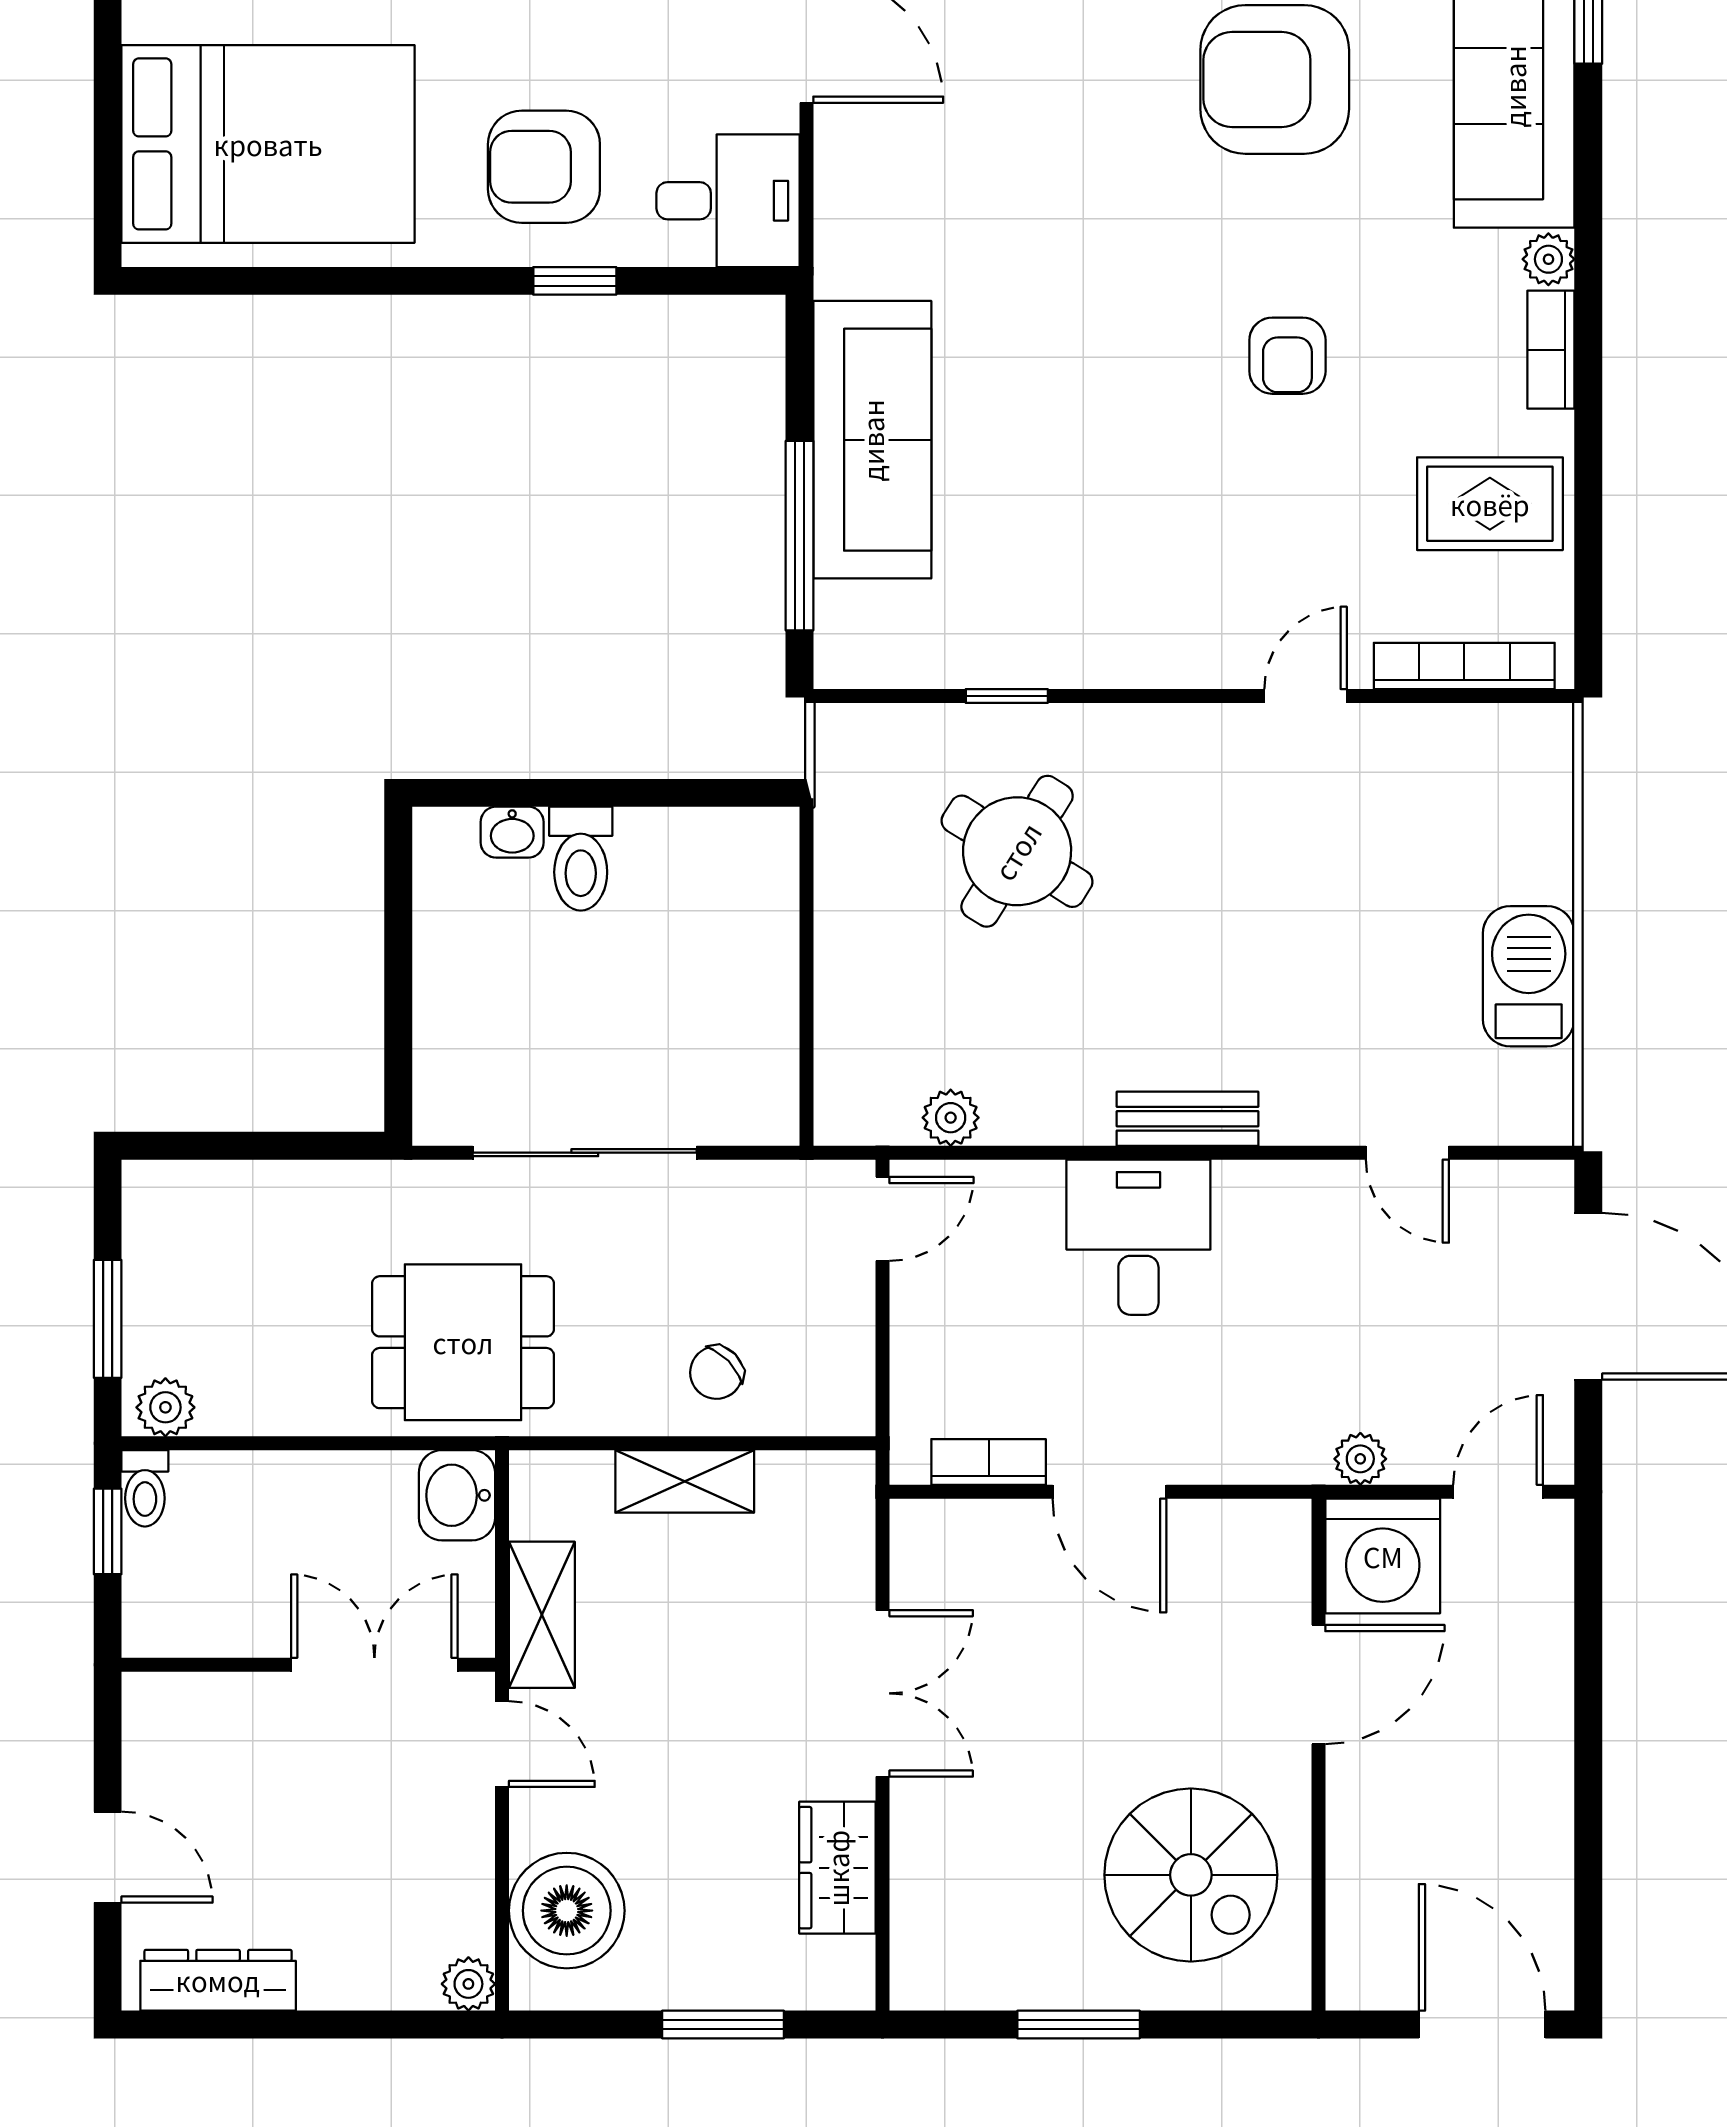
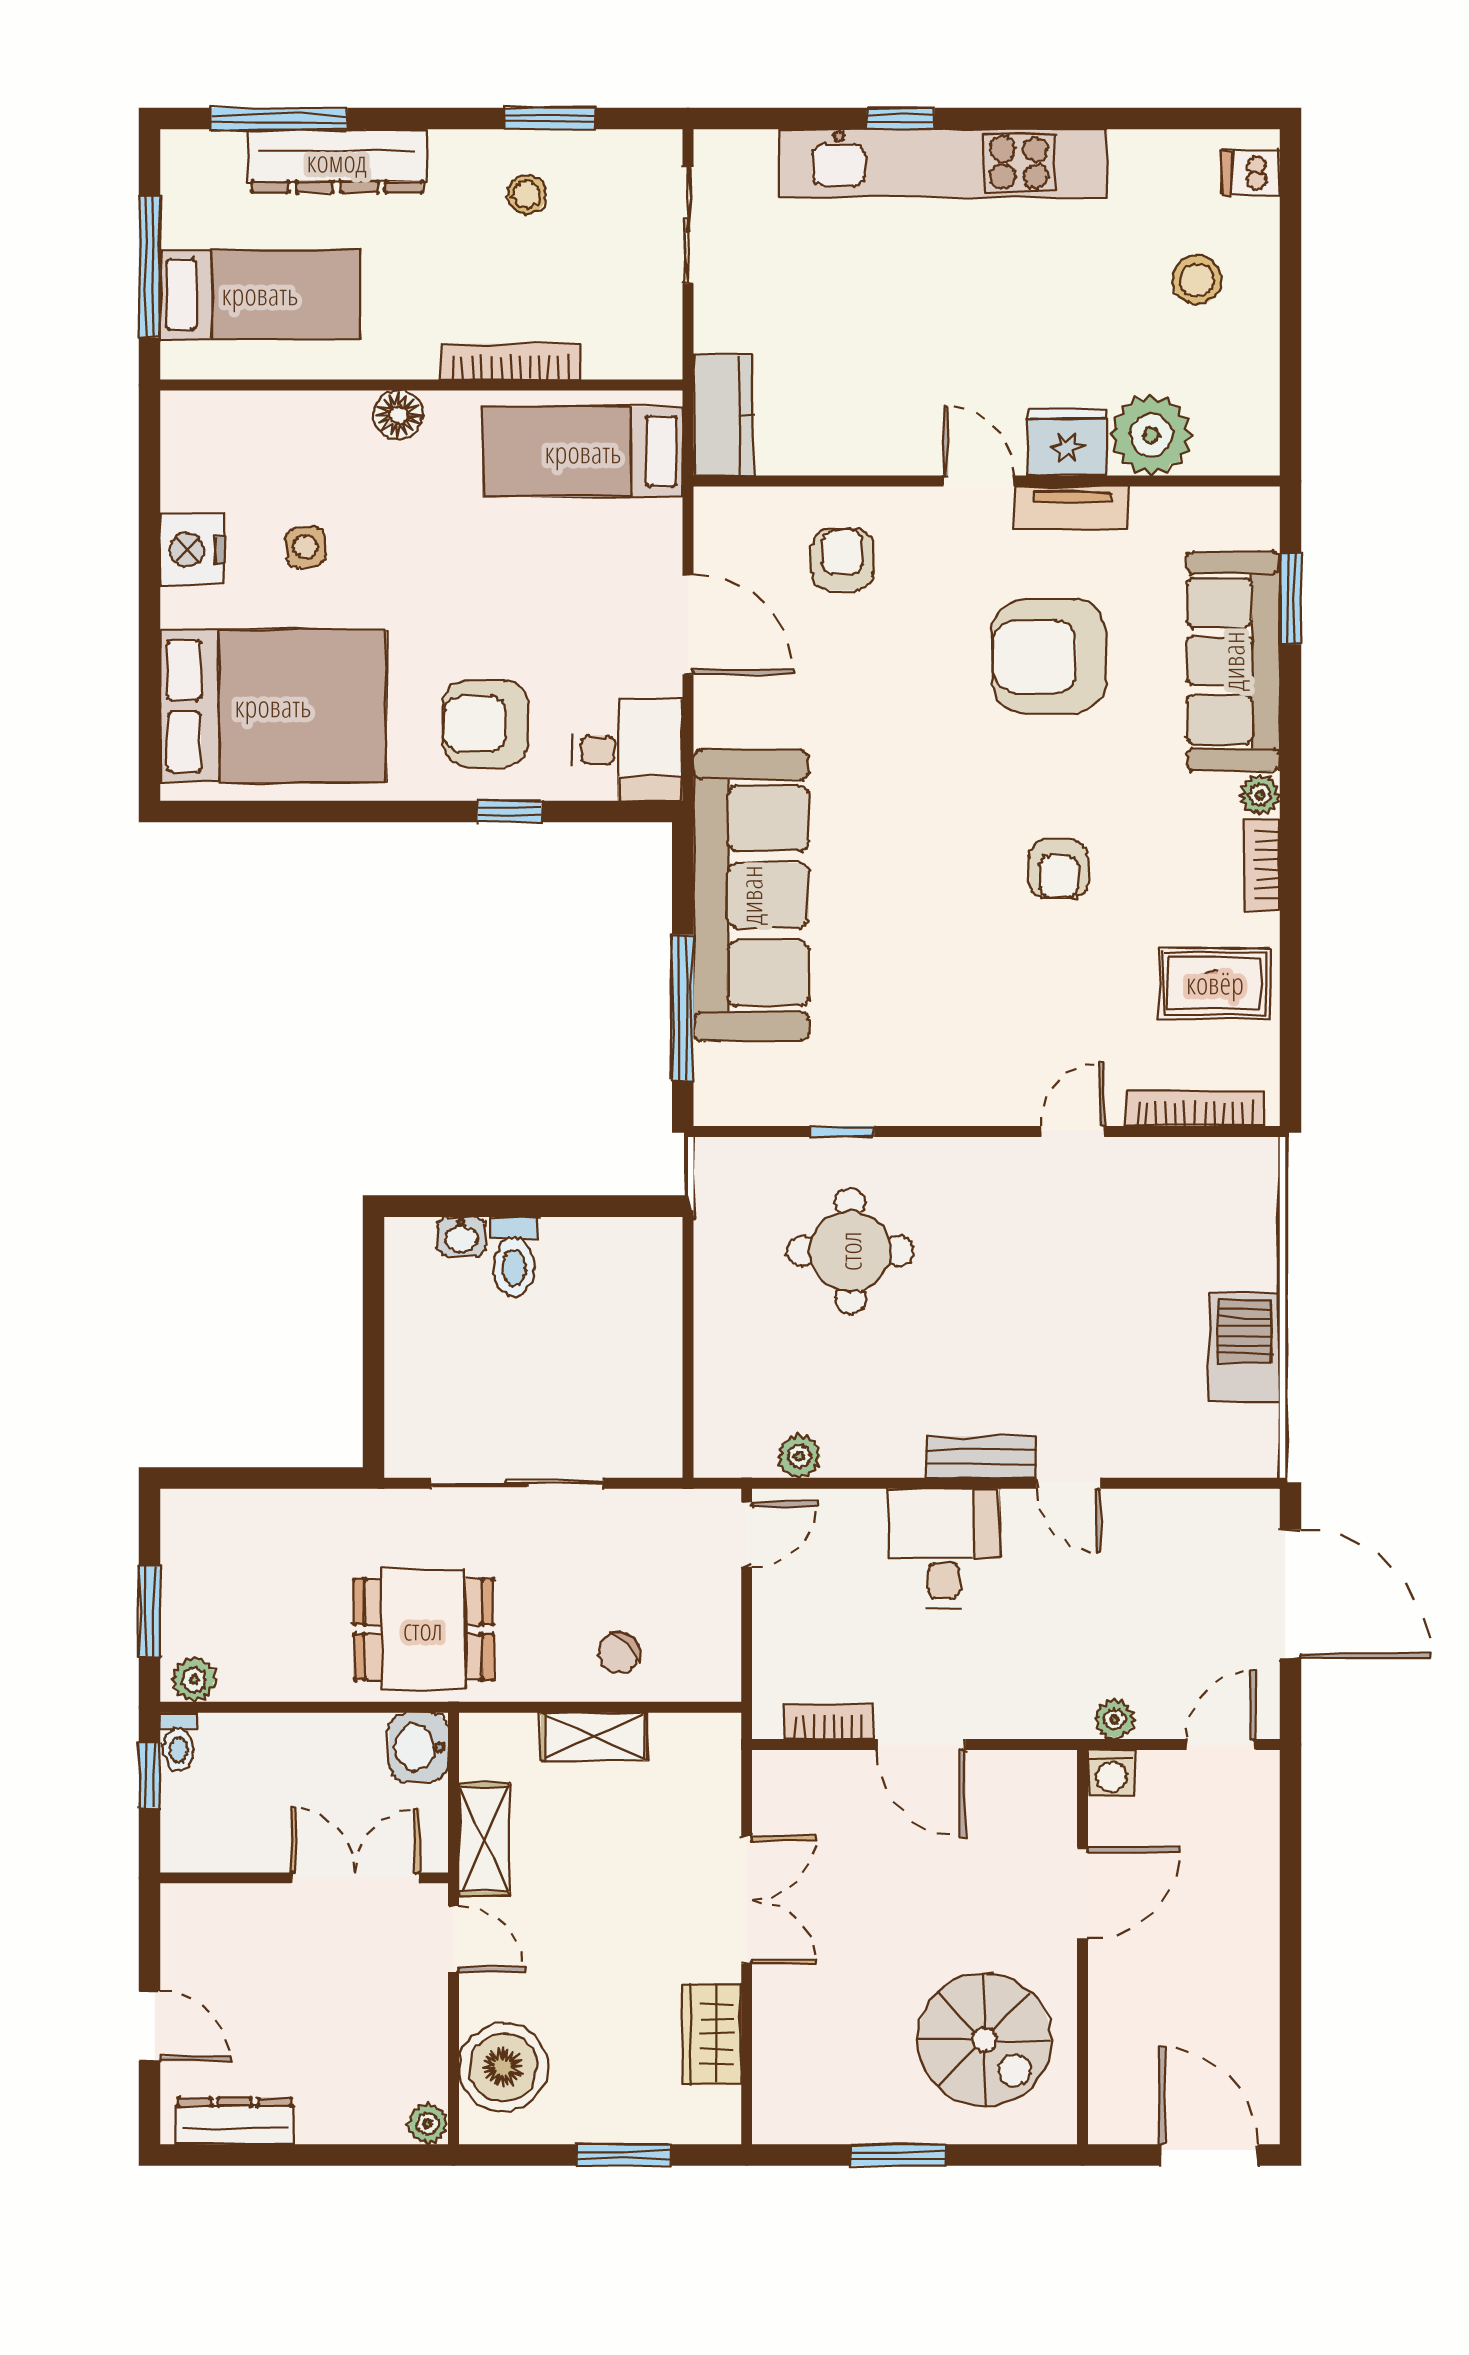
sofa: (872, 440) -> (751, 895), width x1.36, depth x1.27
round table: (1017, 851) -> (850, 1251), turned -32
door: (1407, 1153) -> (1069, 1483), moved
washing machine: (1383, 1556) -> (1111, 1773), width x0.53, depth x0.53

